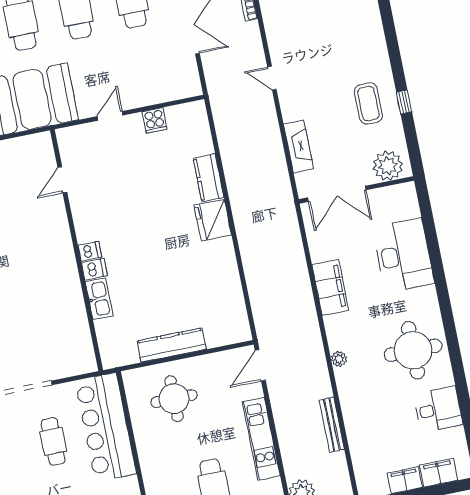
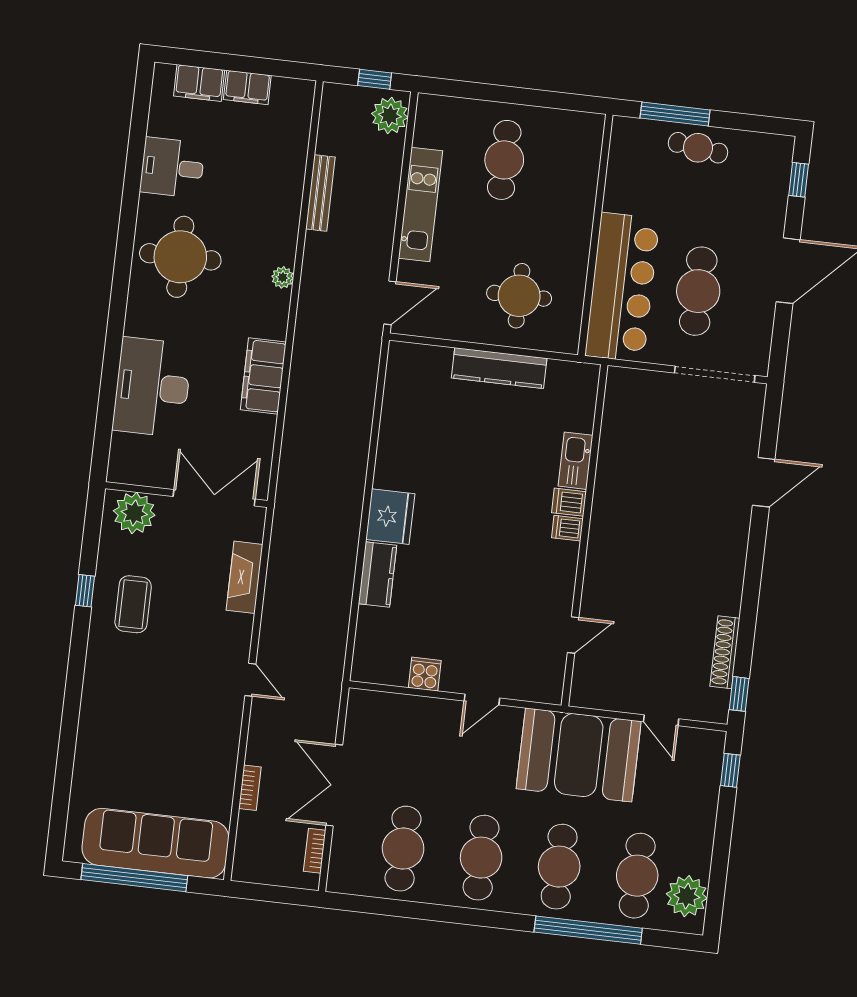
cafe table: (53, 441) -> (698, 291), width x1.37, depth x1.35

